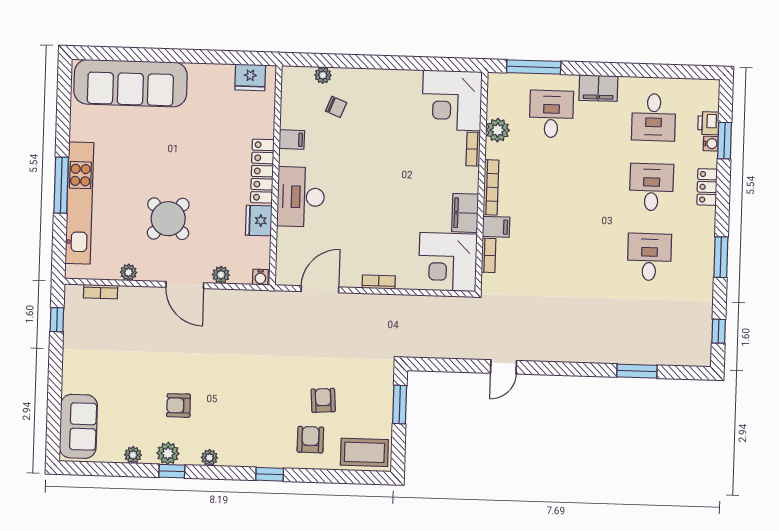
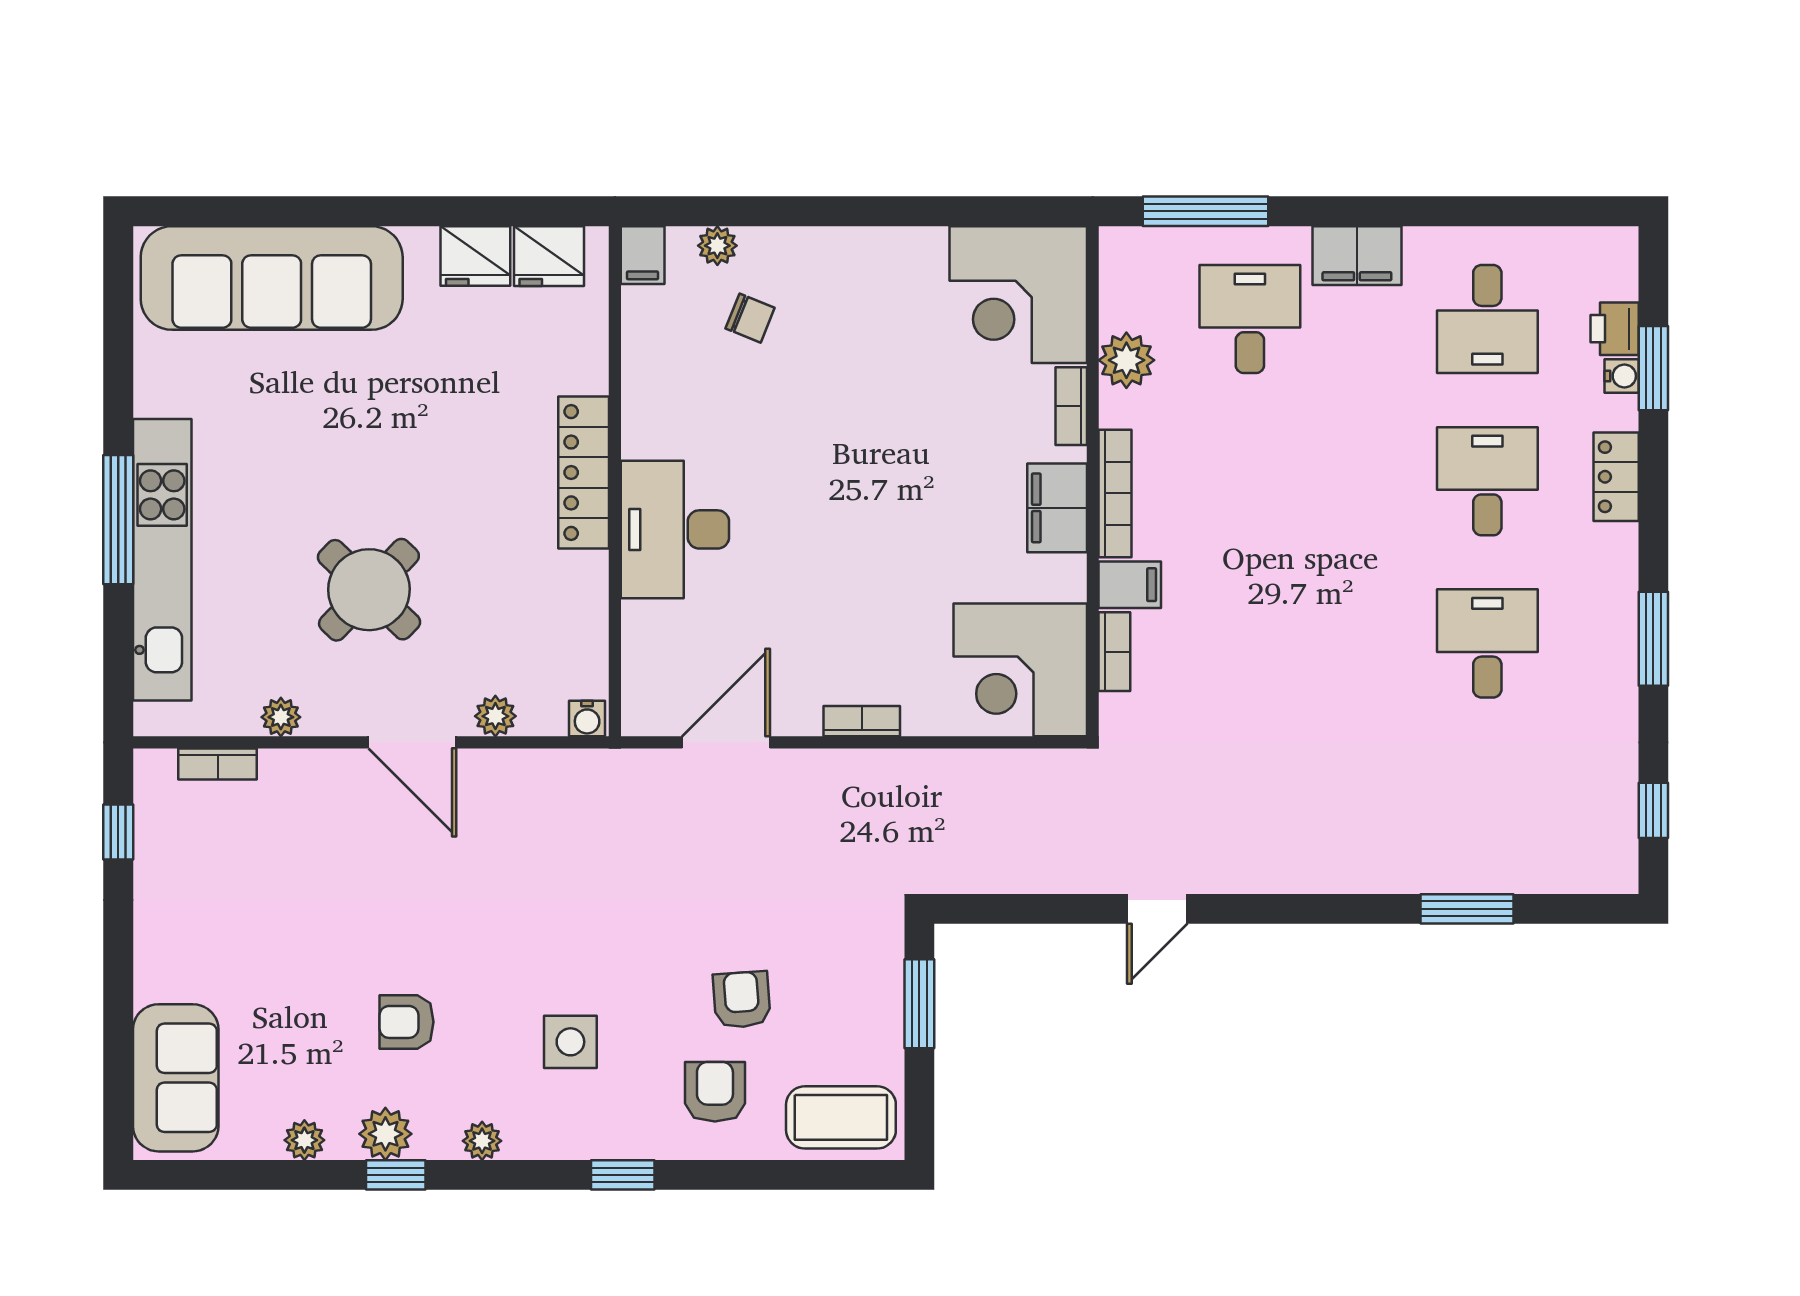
filing cabinet: (292, 139) -> (643, 255), moved, turned 90
filing cabinet: (465, 213) -> (1057, 508), moved
fridge: (259, 221) -> (475, 256), moved, turned -90
side table: (249, 416) -> (570, 1042), added

